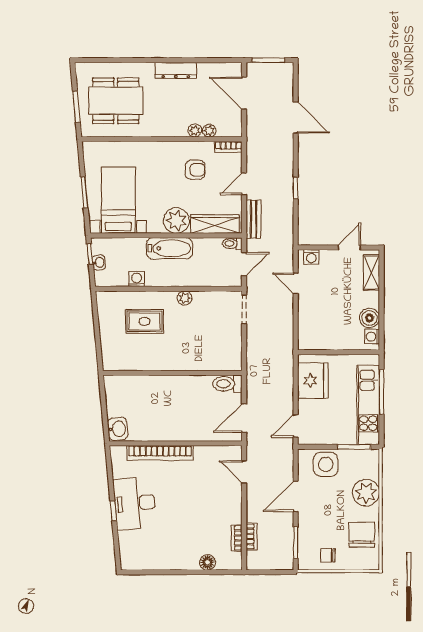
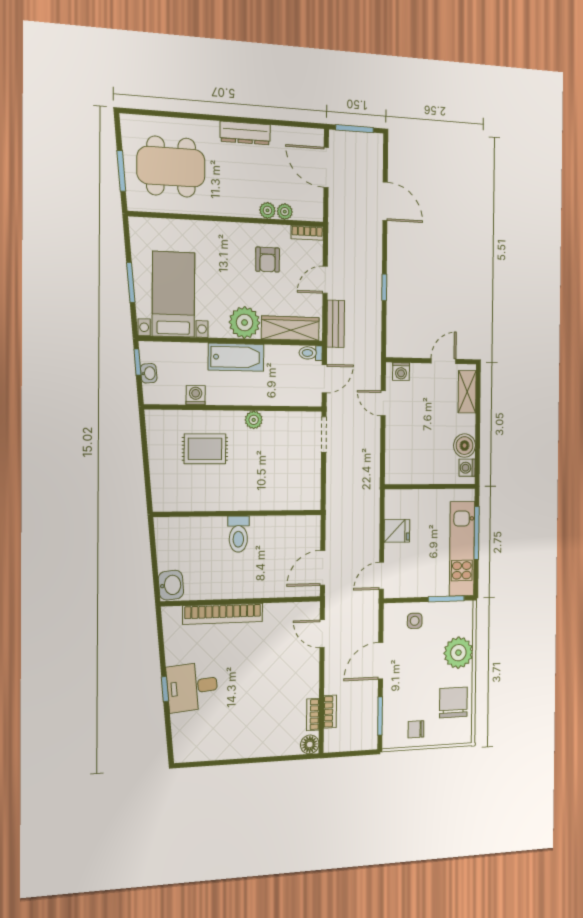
armchair: (195, 170) -> (268, 260), turned 90
fridge: (313, 381) -> (397, 531), width x0.53, depth x0.75
toilet: (227, 384) -> (238, 534), moved, turned -90
side table: (326, 464) -> (415, 621), width x0.54, depth x0.54
desk: (135, 503) -> (192, 687), width x0.73
floor lamp: (208, 562) -> (310, 744), moved

